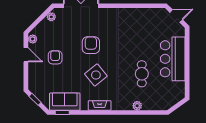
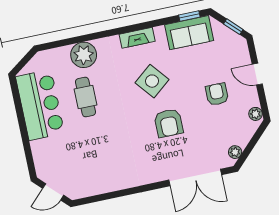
door: (26, 55) -> (257, 74), moved
armchair: (55, 57) -> (217, 94), turned 180
bar counter: (173, 59) -> (40, 105), moved
plant: (137, 106) -> (84, 55), width x1.87, depth x1.87

